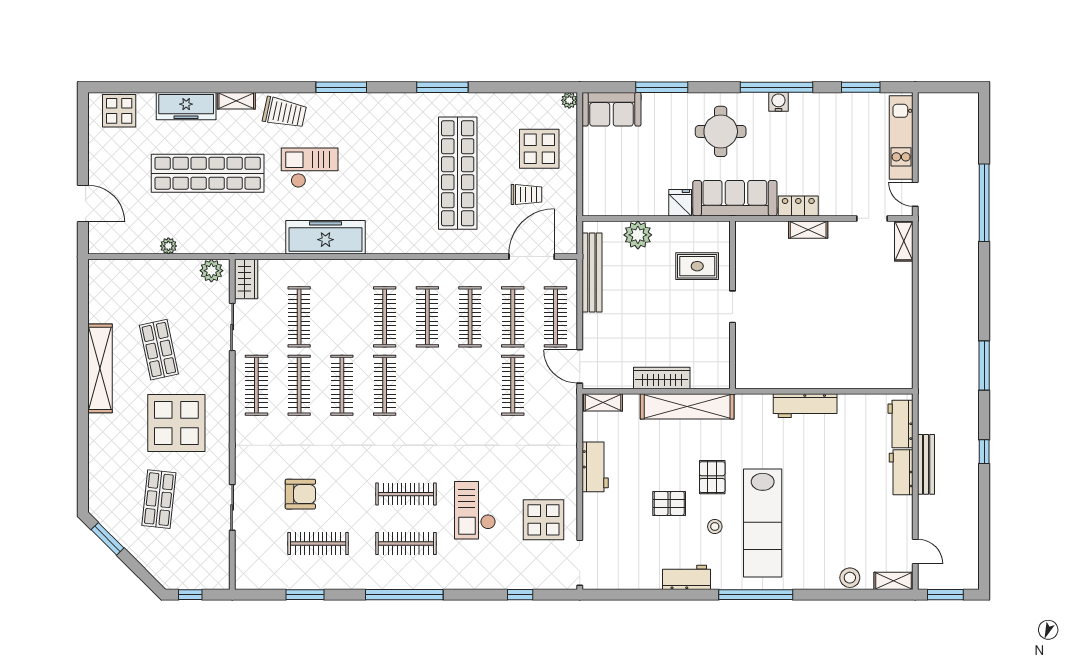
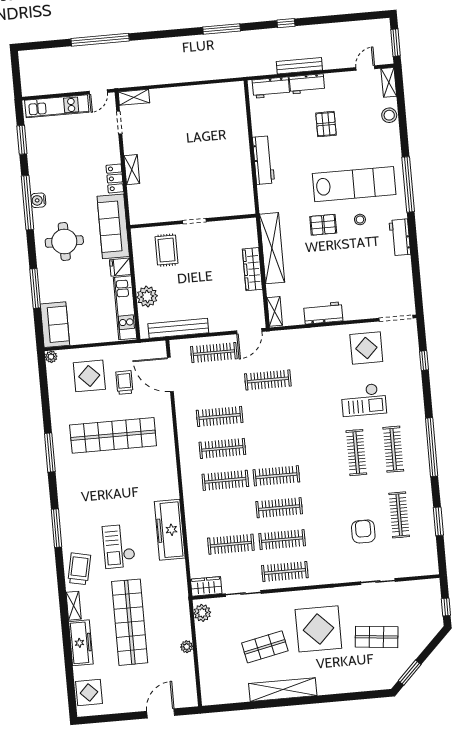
kitchen unit: (625, 204) -> (125, 308), added
clothes rail: (513, 317) -> (217, 385), removed
pallet: (669, 503) -> (326, 124), moved

